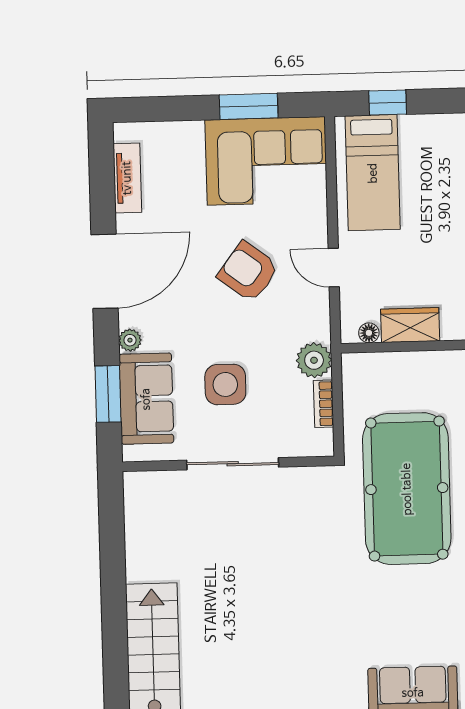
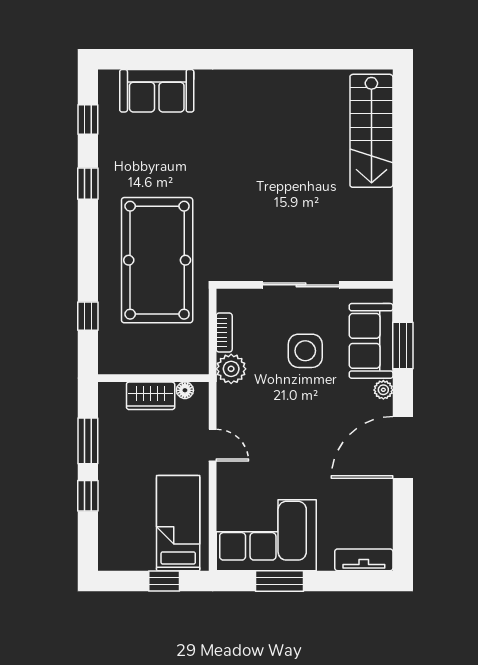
tv unit: (127, 178) -> (364, 560), moved, turned 90
armchair: (248, 272) -> (284, 444), removed

